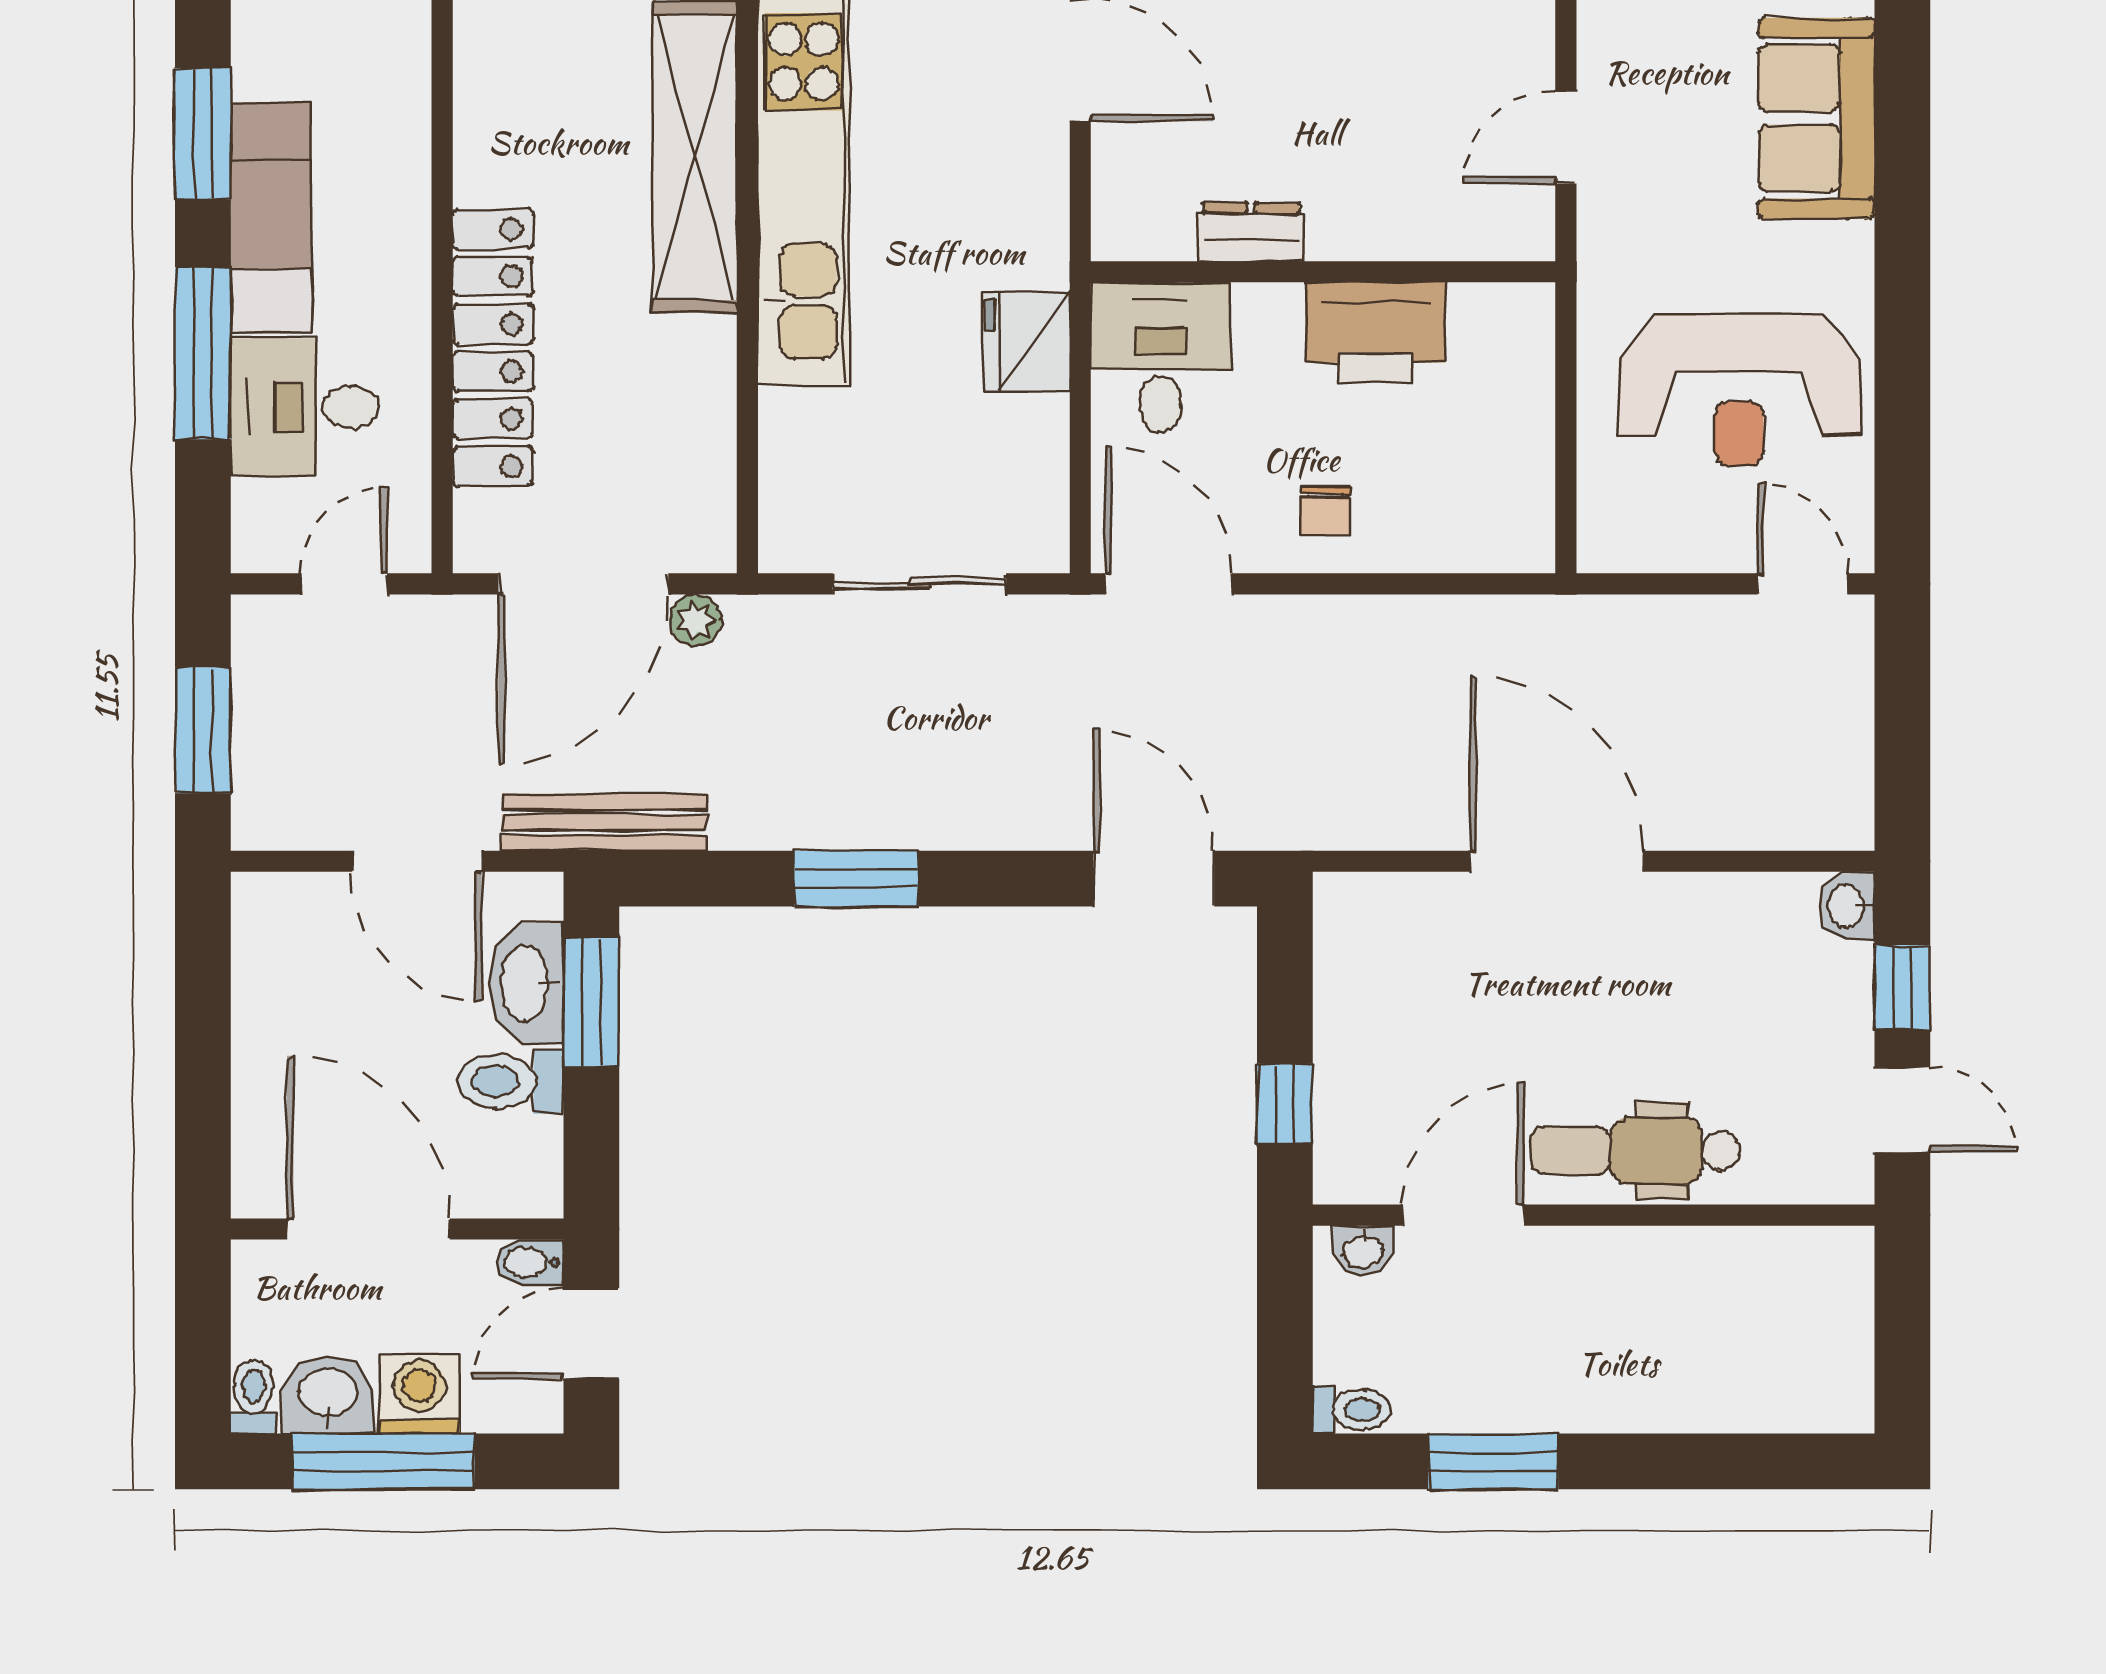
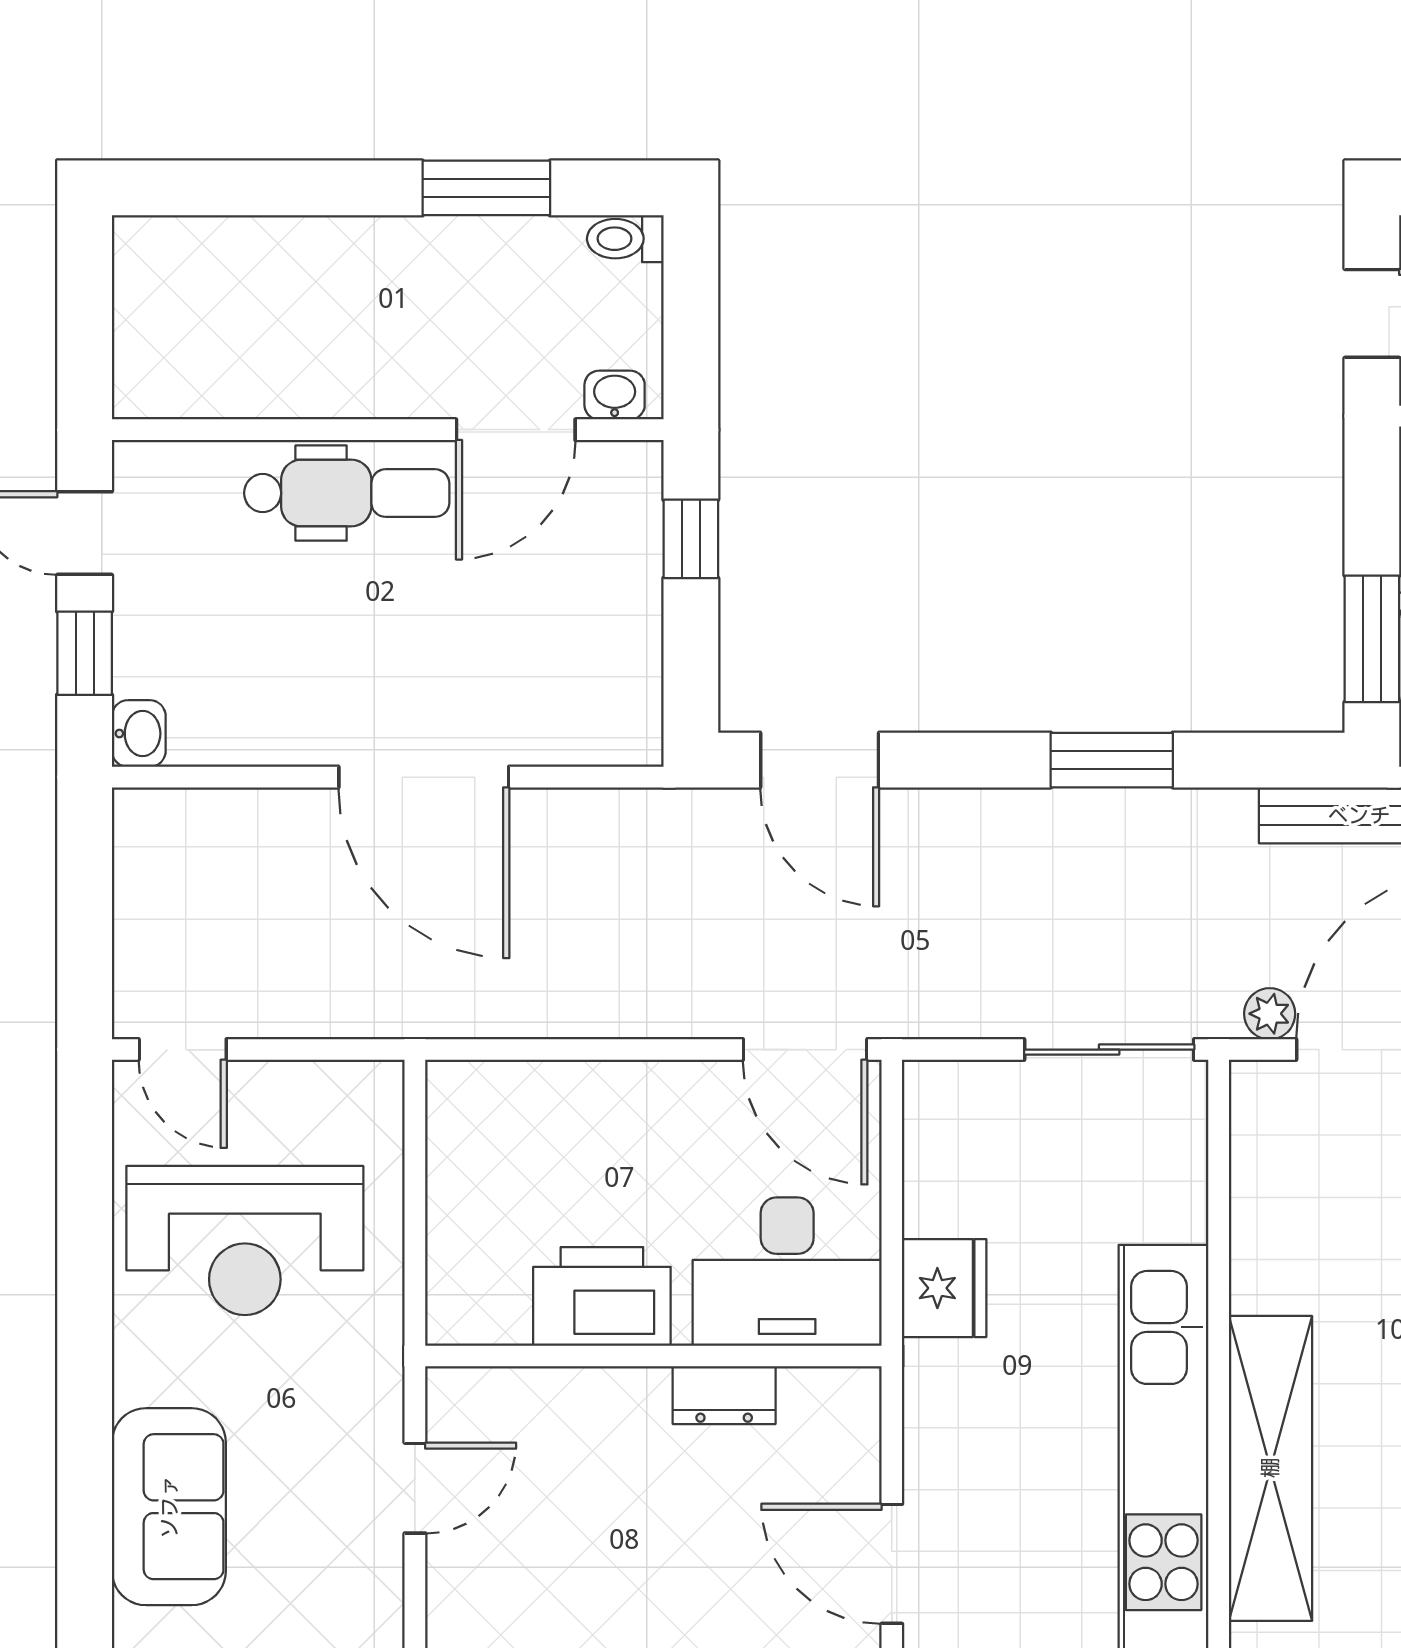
desk: (1161, 358) -> (787, 1272), width x1.37
reception desk: (1739, 389) -> (245, 1241), turned 180
chair: (1326, 511) -> (651, 1121), removed
sliding door: (919, 584) -> (1109, 1050), moved

